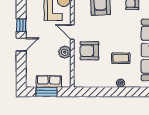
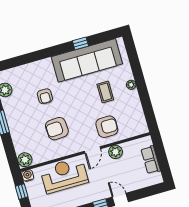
armchair: (89, 51) -> (107, 127), turned -90
window: (46, 92) -> (162, 159), removed

